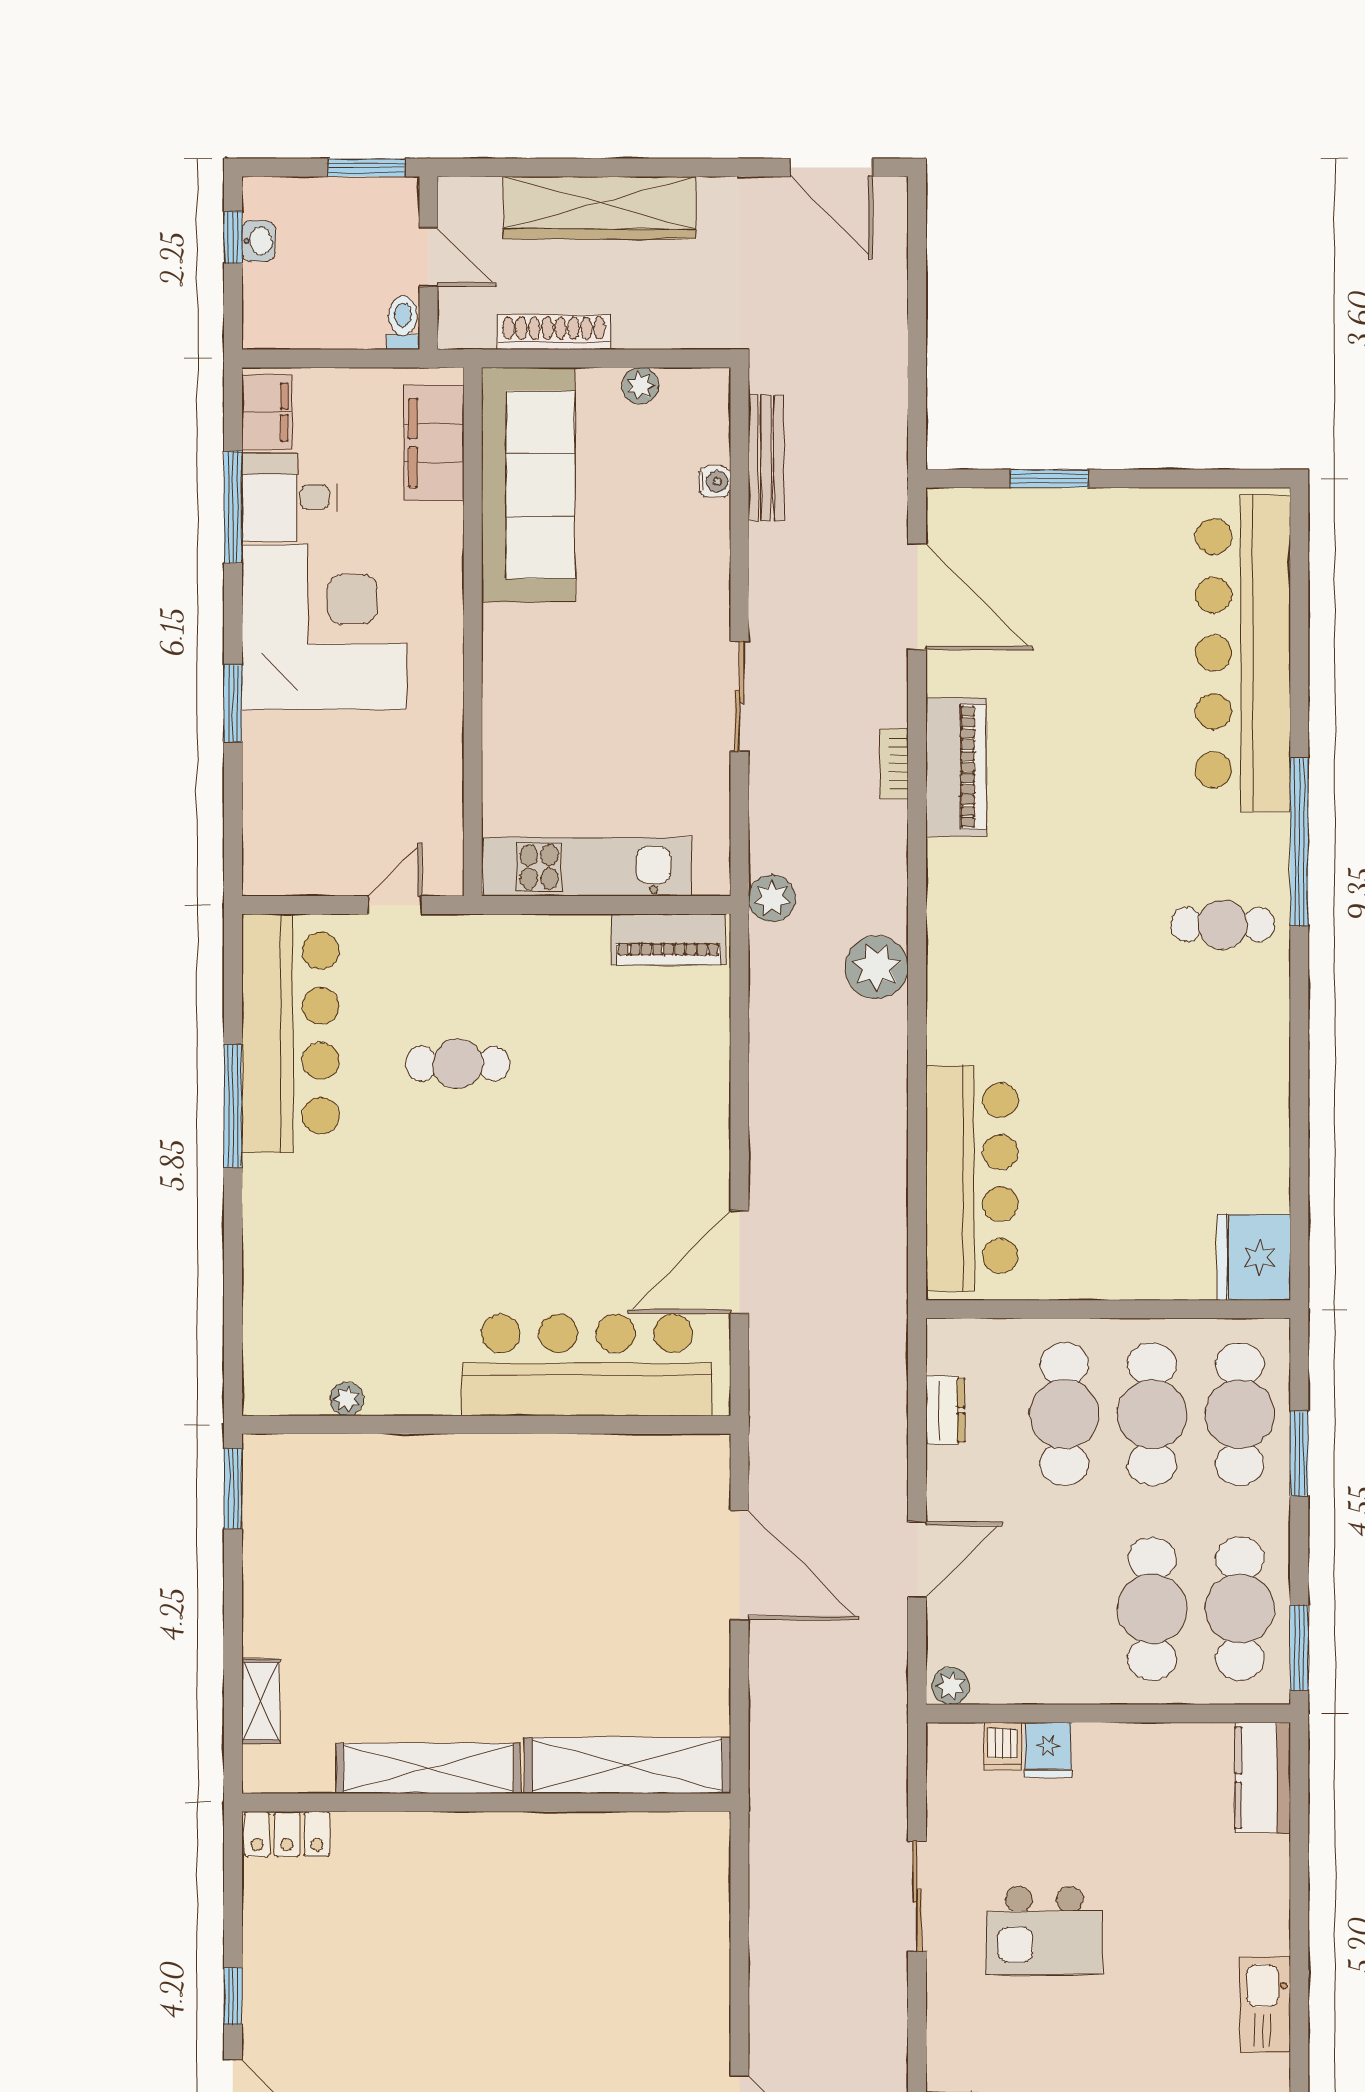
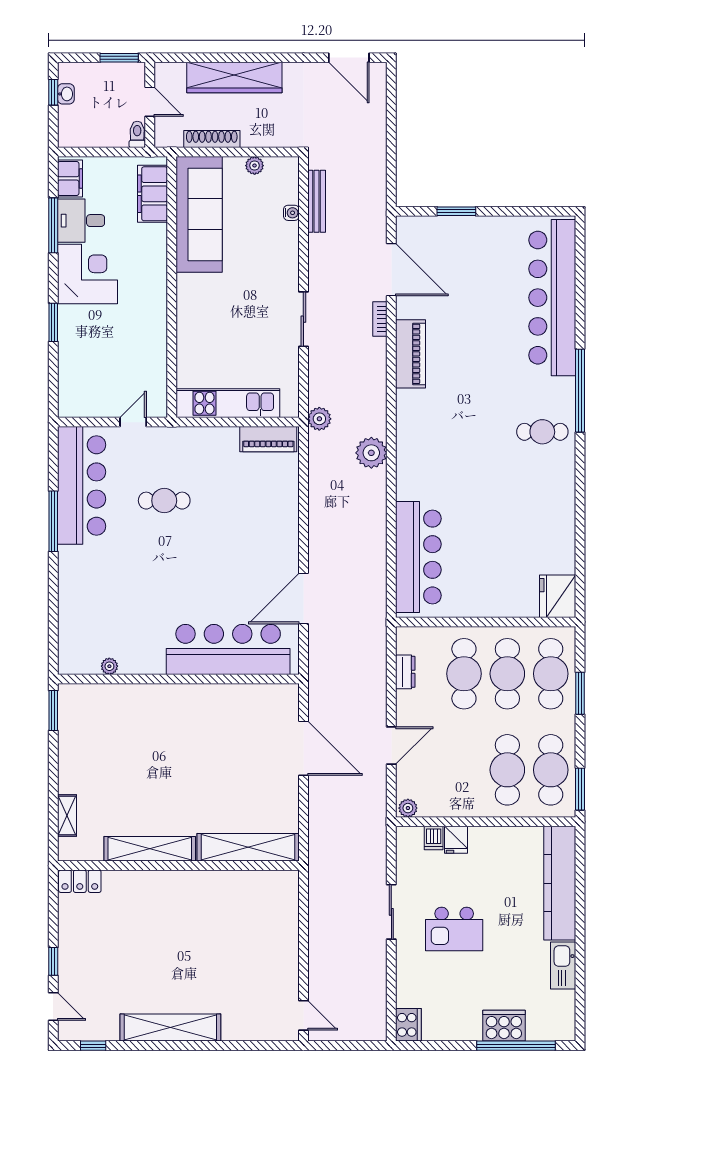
corner desk: (324, 627) -> (87, 274), width x0.74, depth x0.74
bookcase: (894, 764) -> (380, 319), moved
kitchen counter: (1263, 1778) -> (560, 883), width x2.08, depth x1.17

